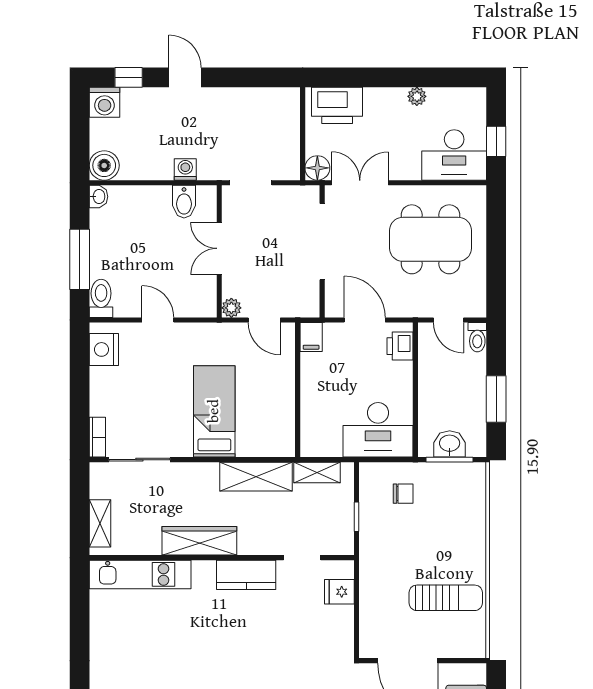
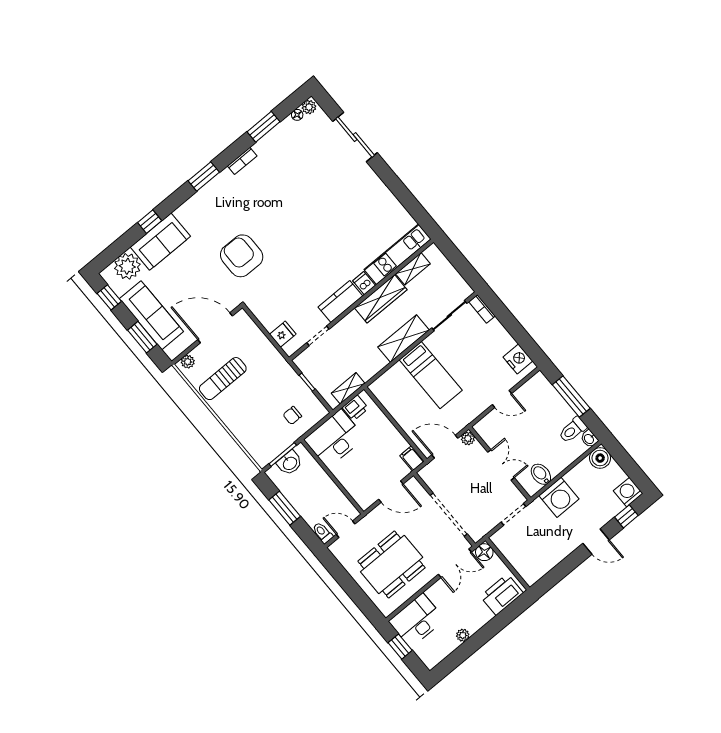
washing machine: (185, 169) -> (559, 497), width x1.89, depth x1.89
toilet: (101, 298) -> (573, 430), moved, turned 90
door: (264, 320) -> (445, 447), width x1.38
printer: (400, 346) -> (355, 408), moved, turned 90
shelving: (256, 477) -> (403, 338), moved
shelving: (100, 523) -> (413, 269), moved, turned 90
dishwasher: (203, 573) -> (364, 283), added
plant: (469, 648) -> (188, 362), added

